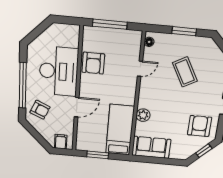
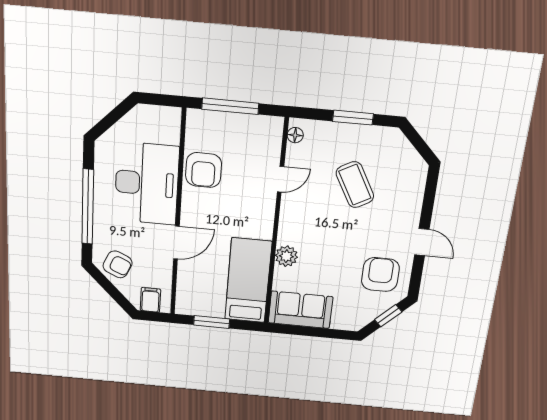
armchair: (40, 110) -> (118, 264), moved

